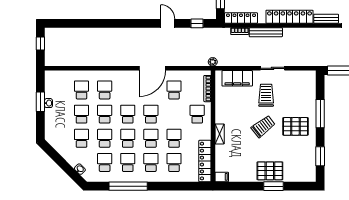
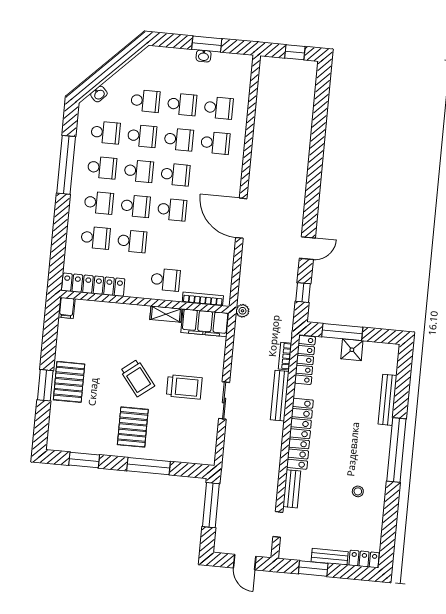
filing cabinet: (237, 78) -> (205, 323), moved, turned -90
school desk: (174, 90) -> (205, 248), removed
shelving: (220, 134) -> (166, 314), moved

